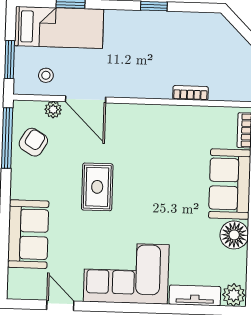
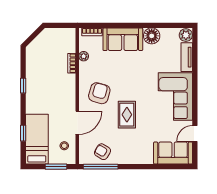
plant: (53, 110) -> (84, 56), moved
armchair: (136, 140) -> (99, 93), added
rug: (97, 187) -> (127, 115), turned 90
sofa: (28, 234) -> (173, 153), moved

